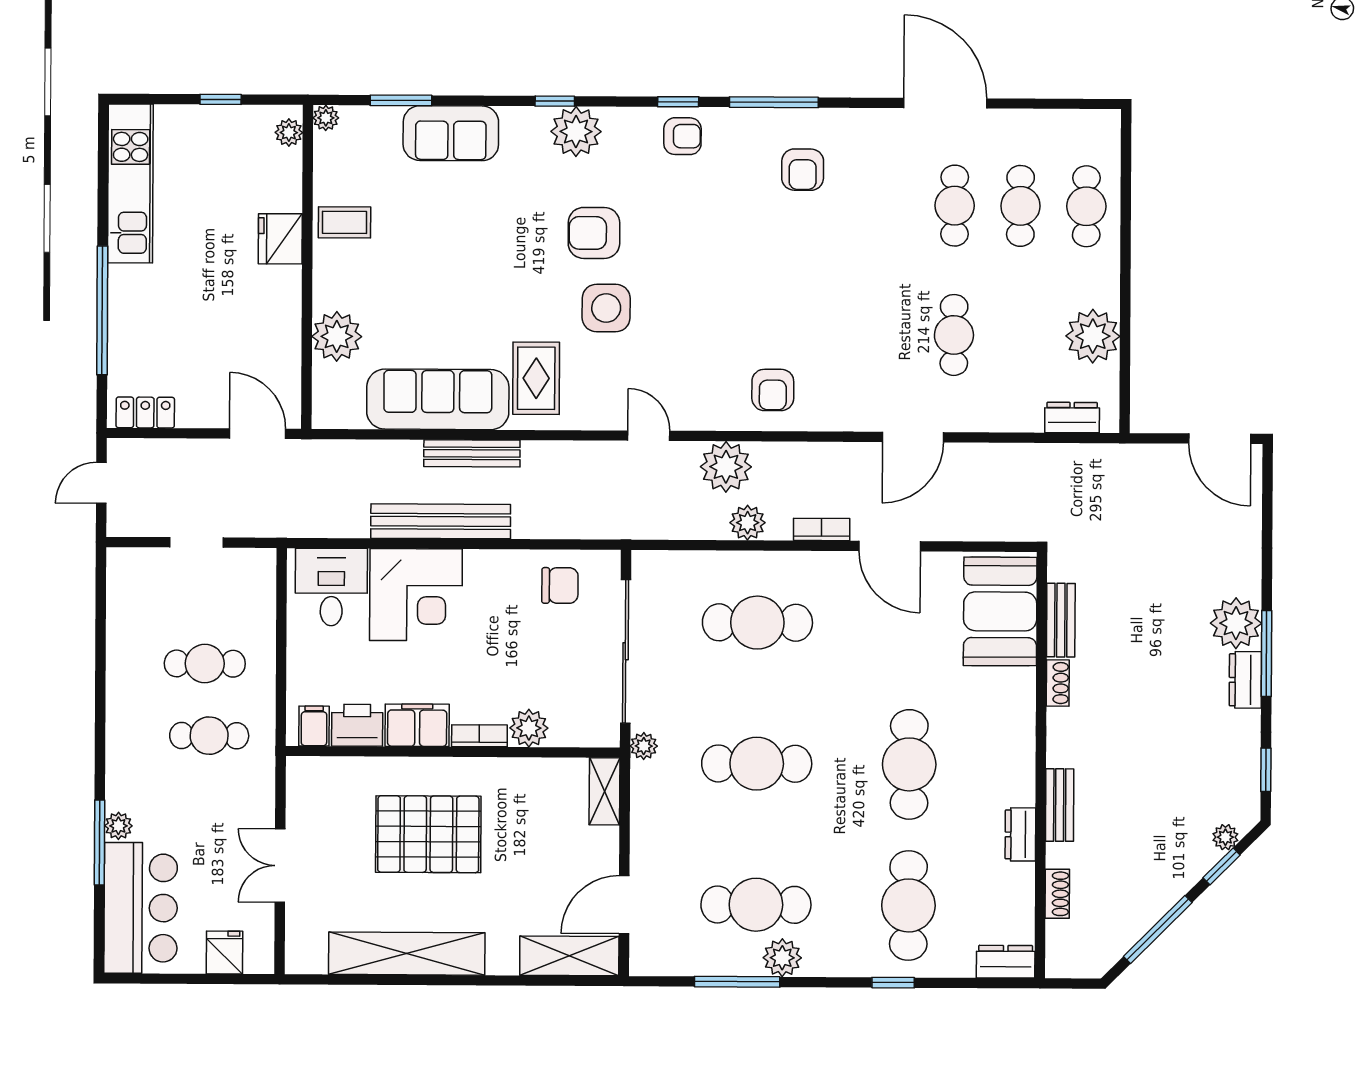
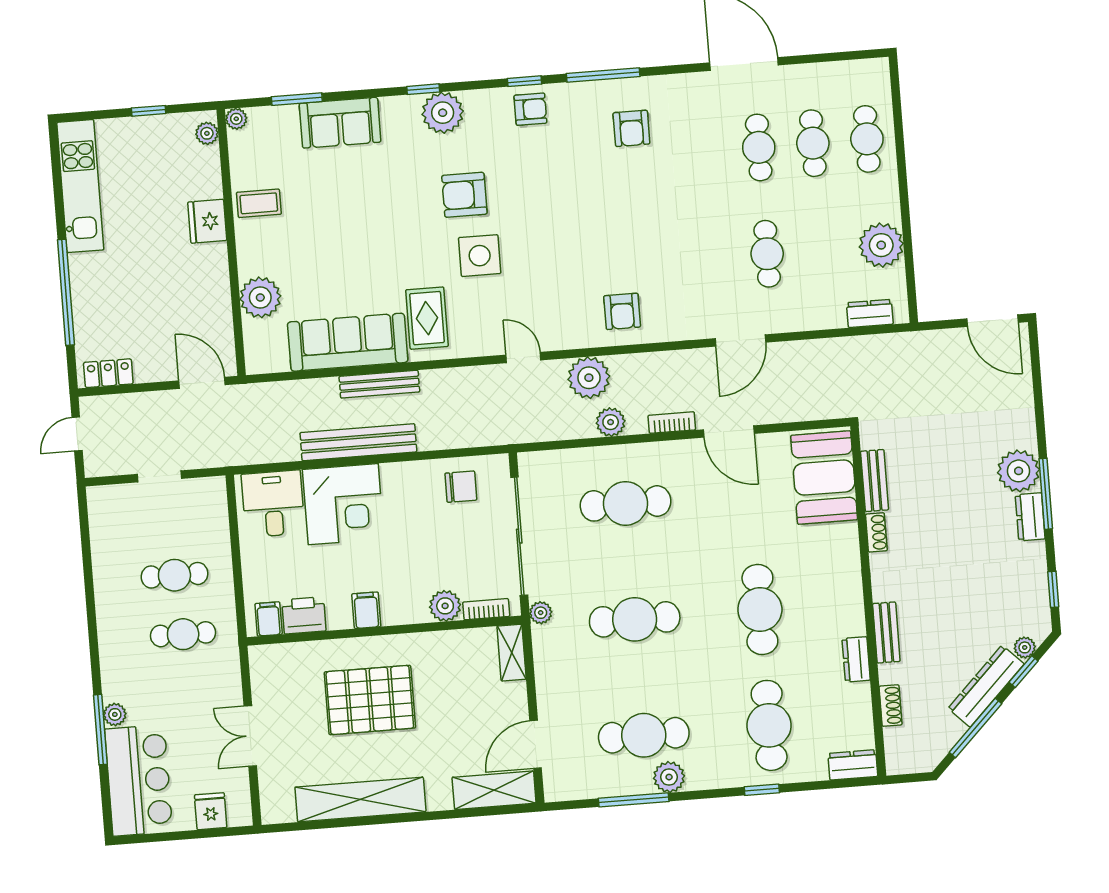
filing cabinet: (417, 725) -> (366, 610), width x0.50
bookcase: (479, 736) -> (486, 609), moved
dresser: (1175, 880) -> (986, 686), added

